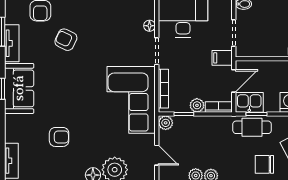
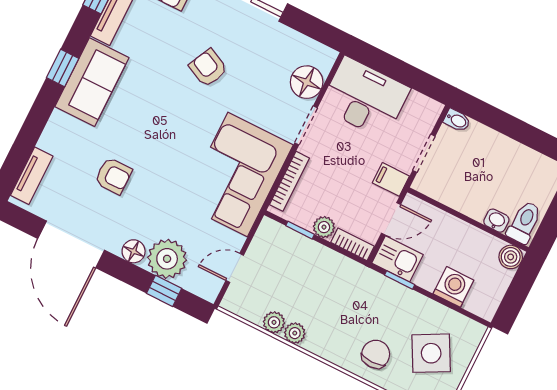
floor lamp: (149, 26) -> (307, 82), width x1.89, depth x1.89
armchair: (66, 40) -> (208, 68), moved
plant: (166, 123) -> (269, 230), removed
cafe table: (252, 127) -> (384, 295), removed
door: (157, 155) -> (235, 268), swing flipped
chair: (264, 164) -> (376, 354), turned 90

